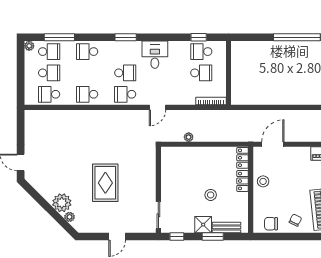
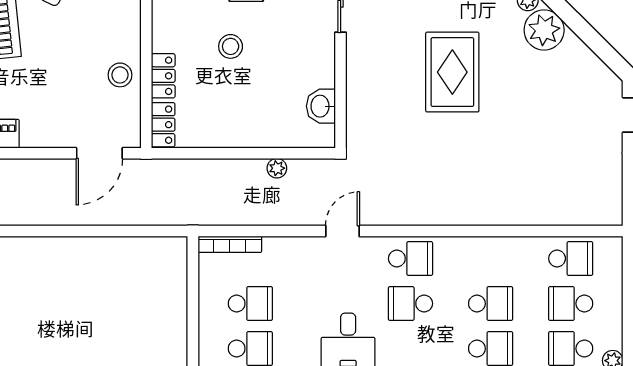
school desk: (201, 73) -> (250, 304), turned 180
school desk: (87, 94) -> (491, 304), moved
washbasin: (168, 167) -> (321, 106), added

